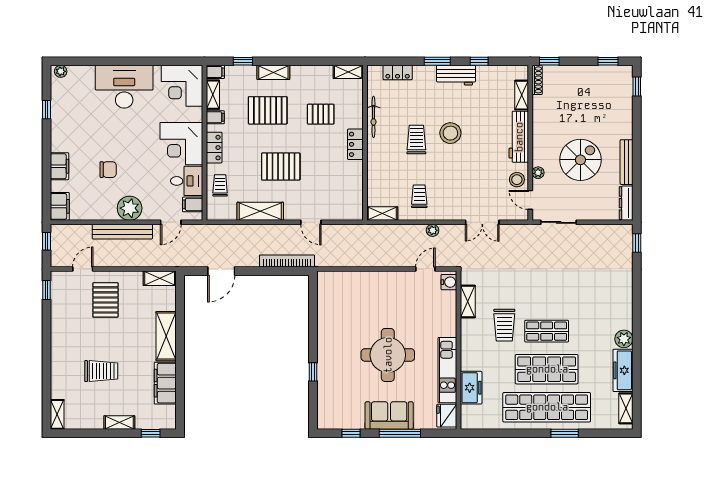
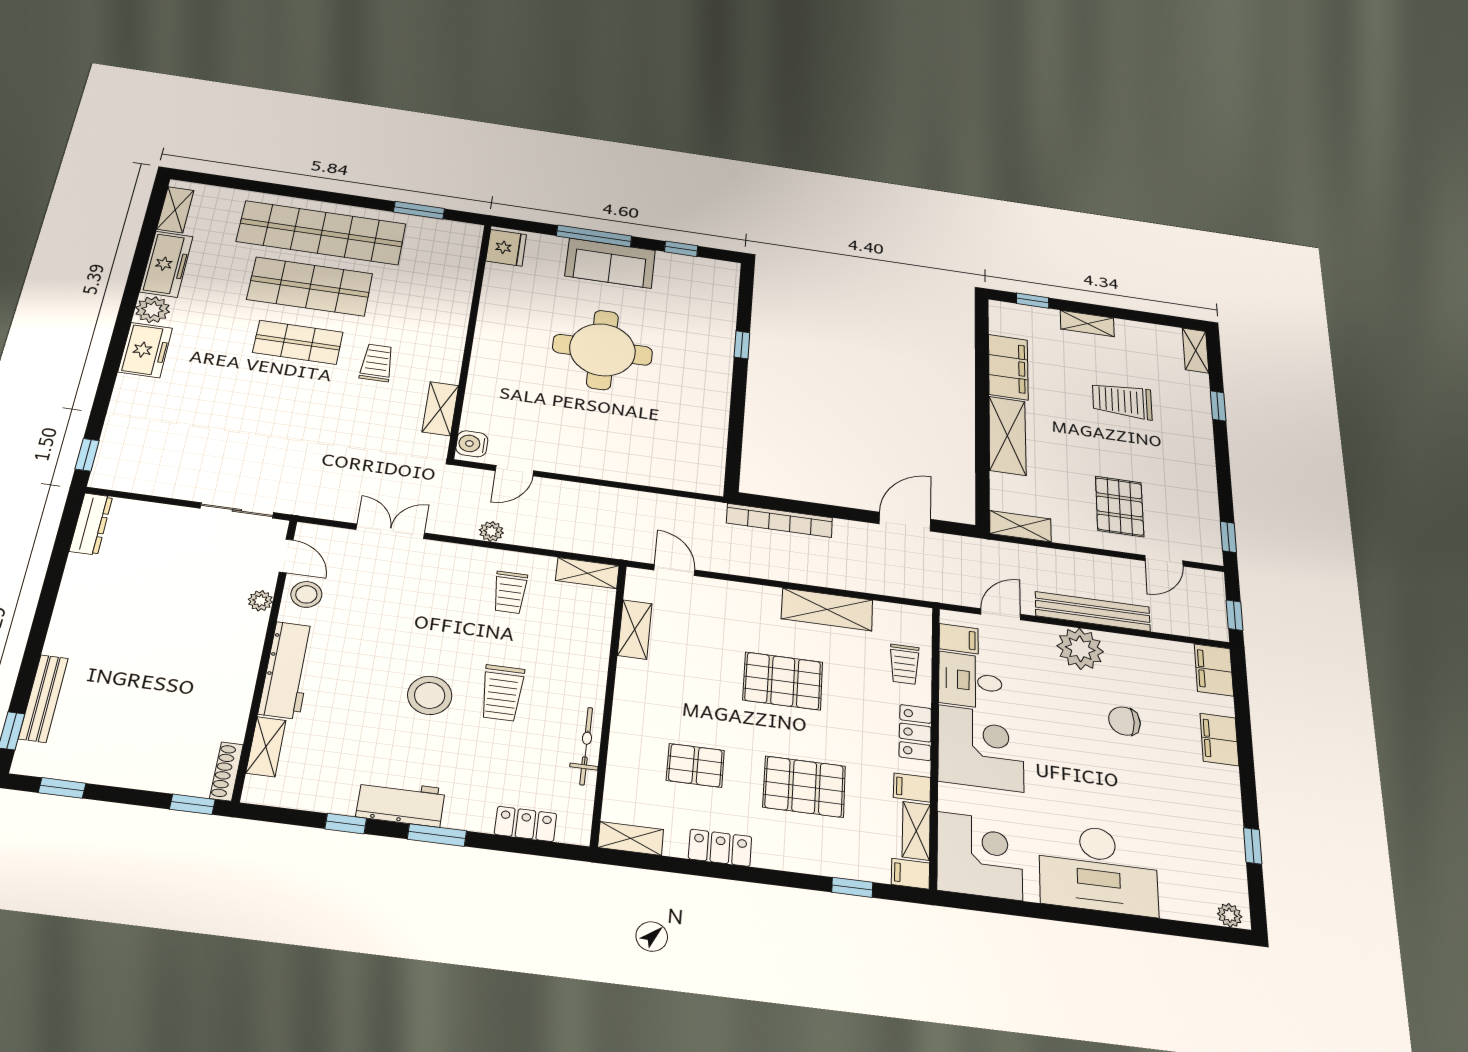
shelving: (273, 72) -> (635, 629), moved, turned 90
locker: (355, 144) -> (720, 848), moved, turned -90
spiral stairs: (580, 160) -> (167, 612), removed
bench: (627, 162) -> (43, 698), moved
door: (311, 222) -> (674, 570), moved
trolley: (504, 325) -> (377, 363), width x0.73, depth x0.72
kitchen unit: (447, 370) -> (495, 312), removed
window: (46, 377) -> (1218, 406), added
freezer: (471, 388) -> (145, 350), moved, turned 180
window: (565, 433) -> (419, 210), moved

